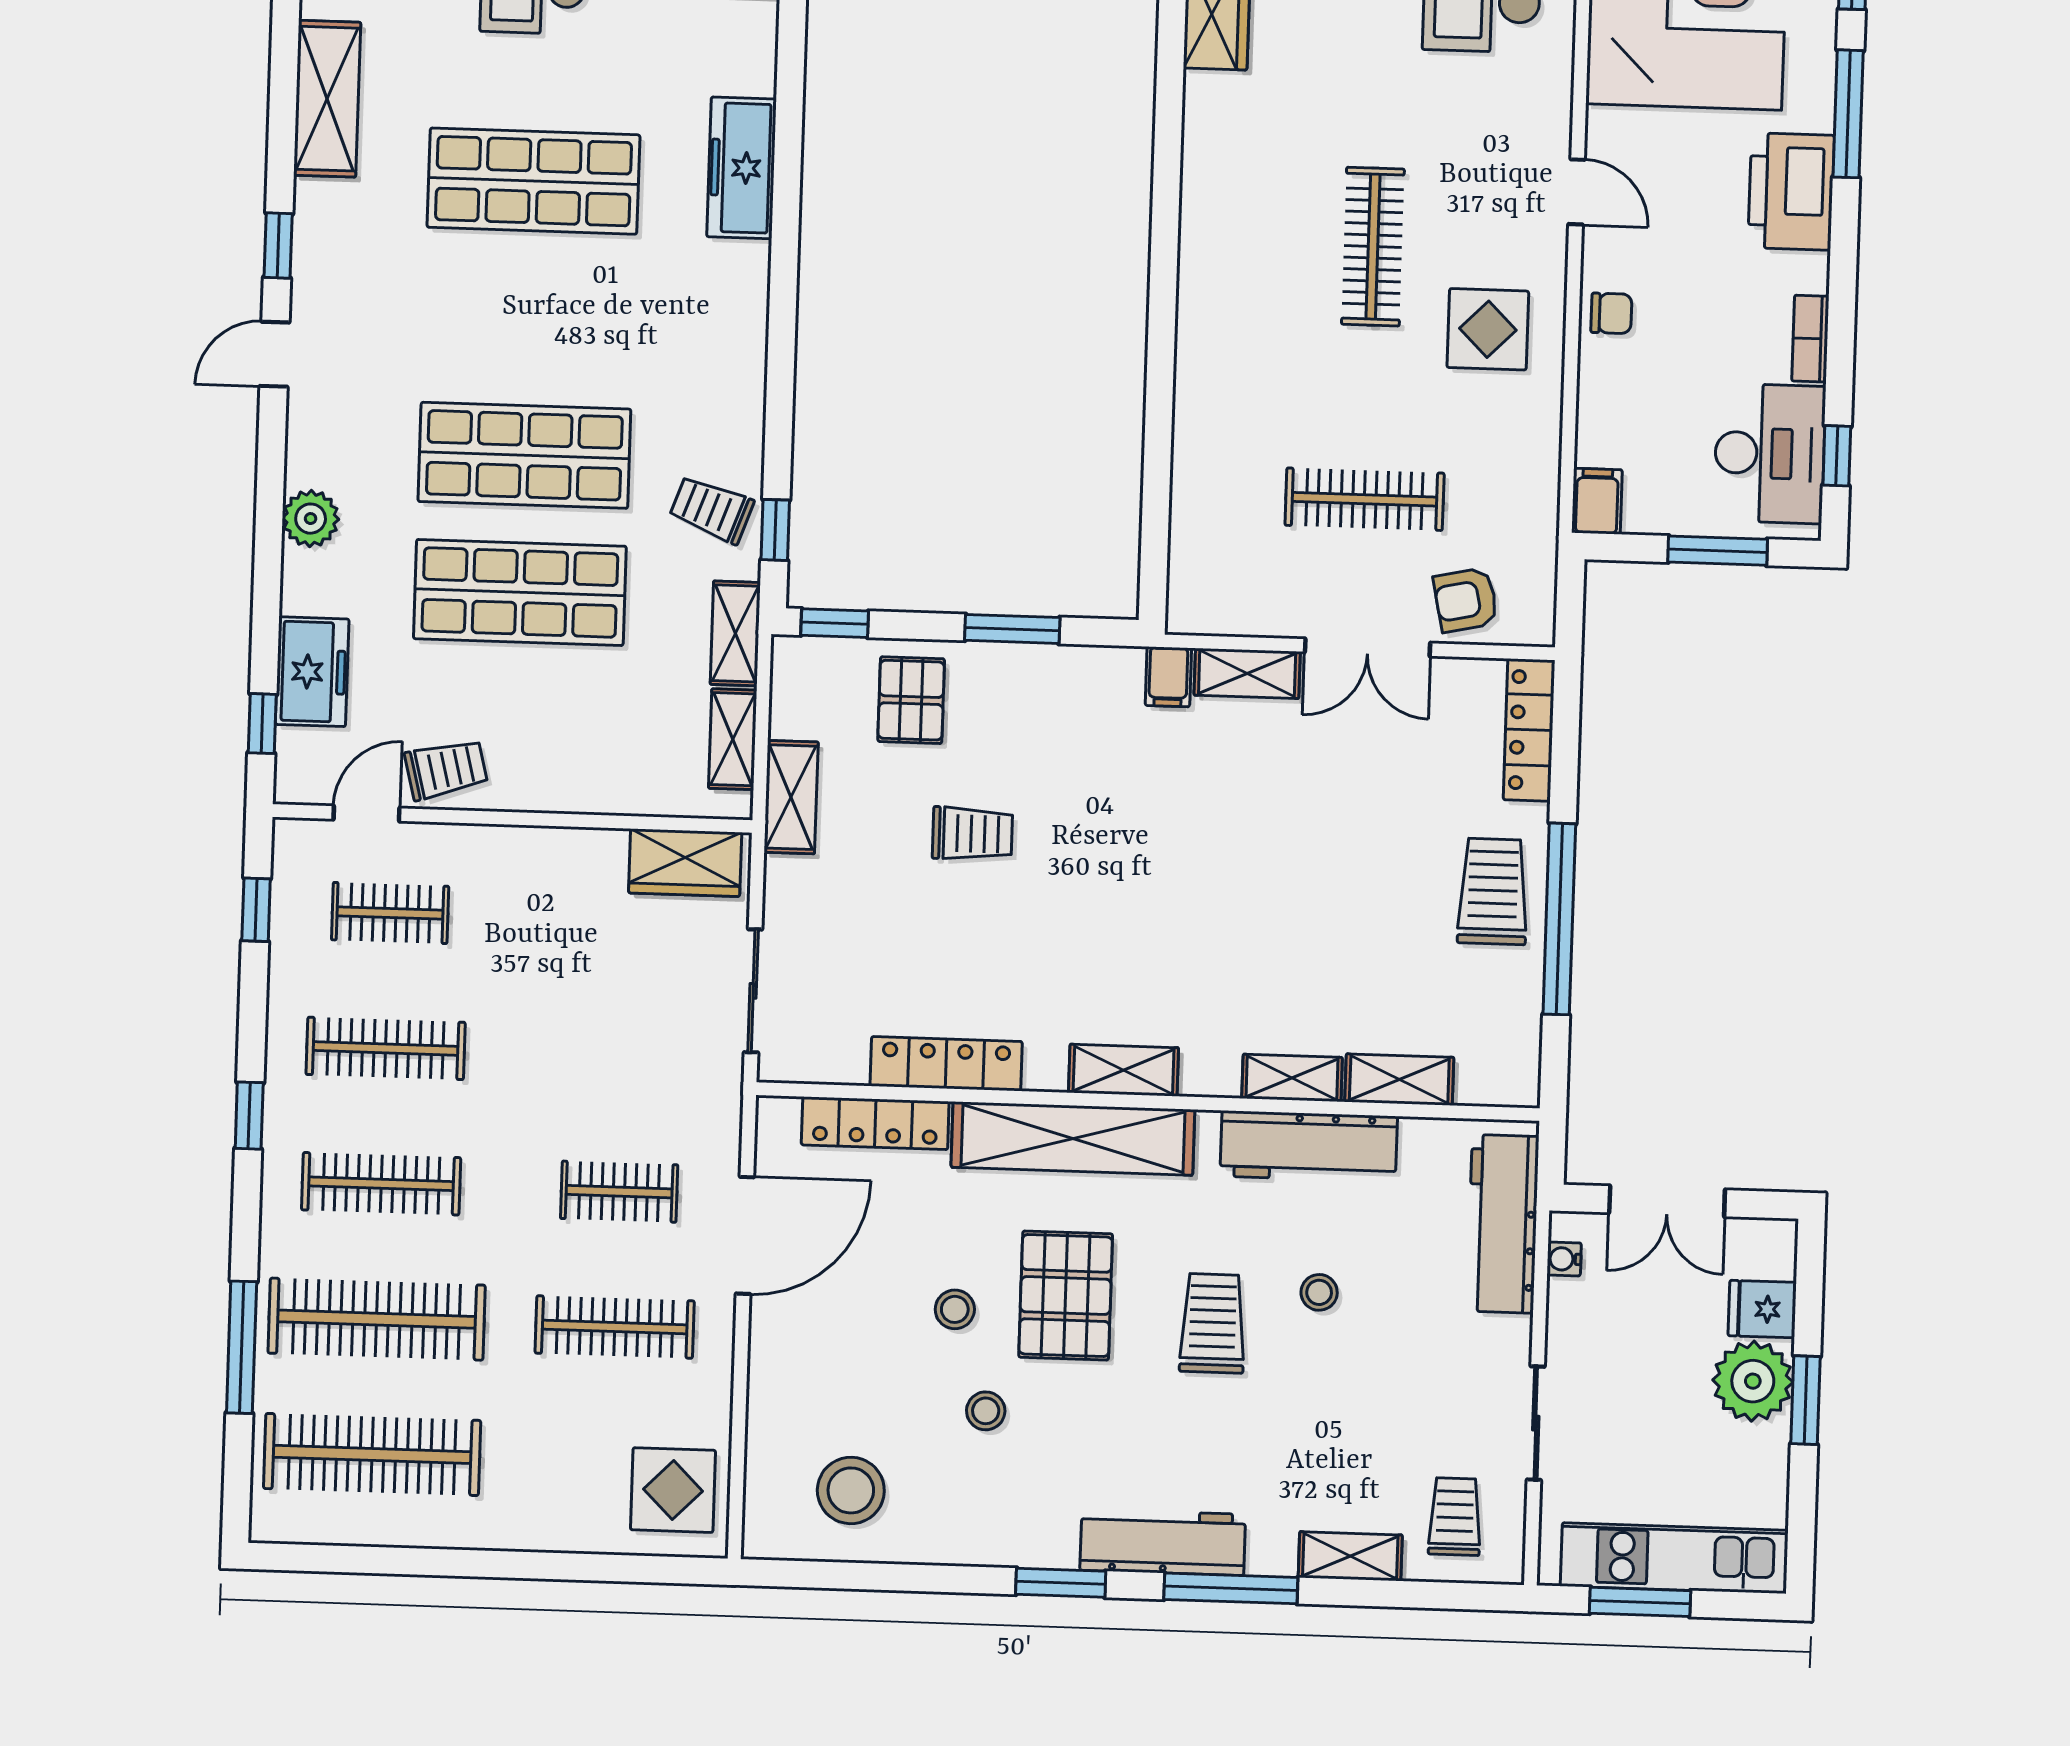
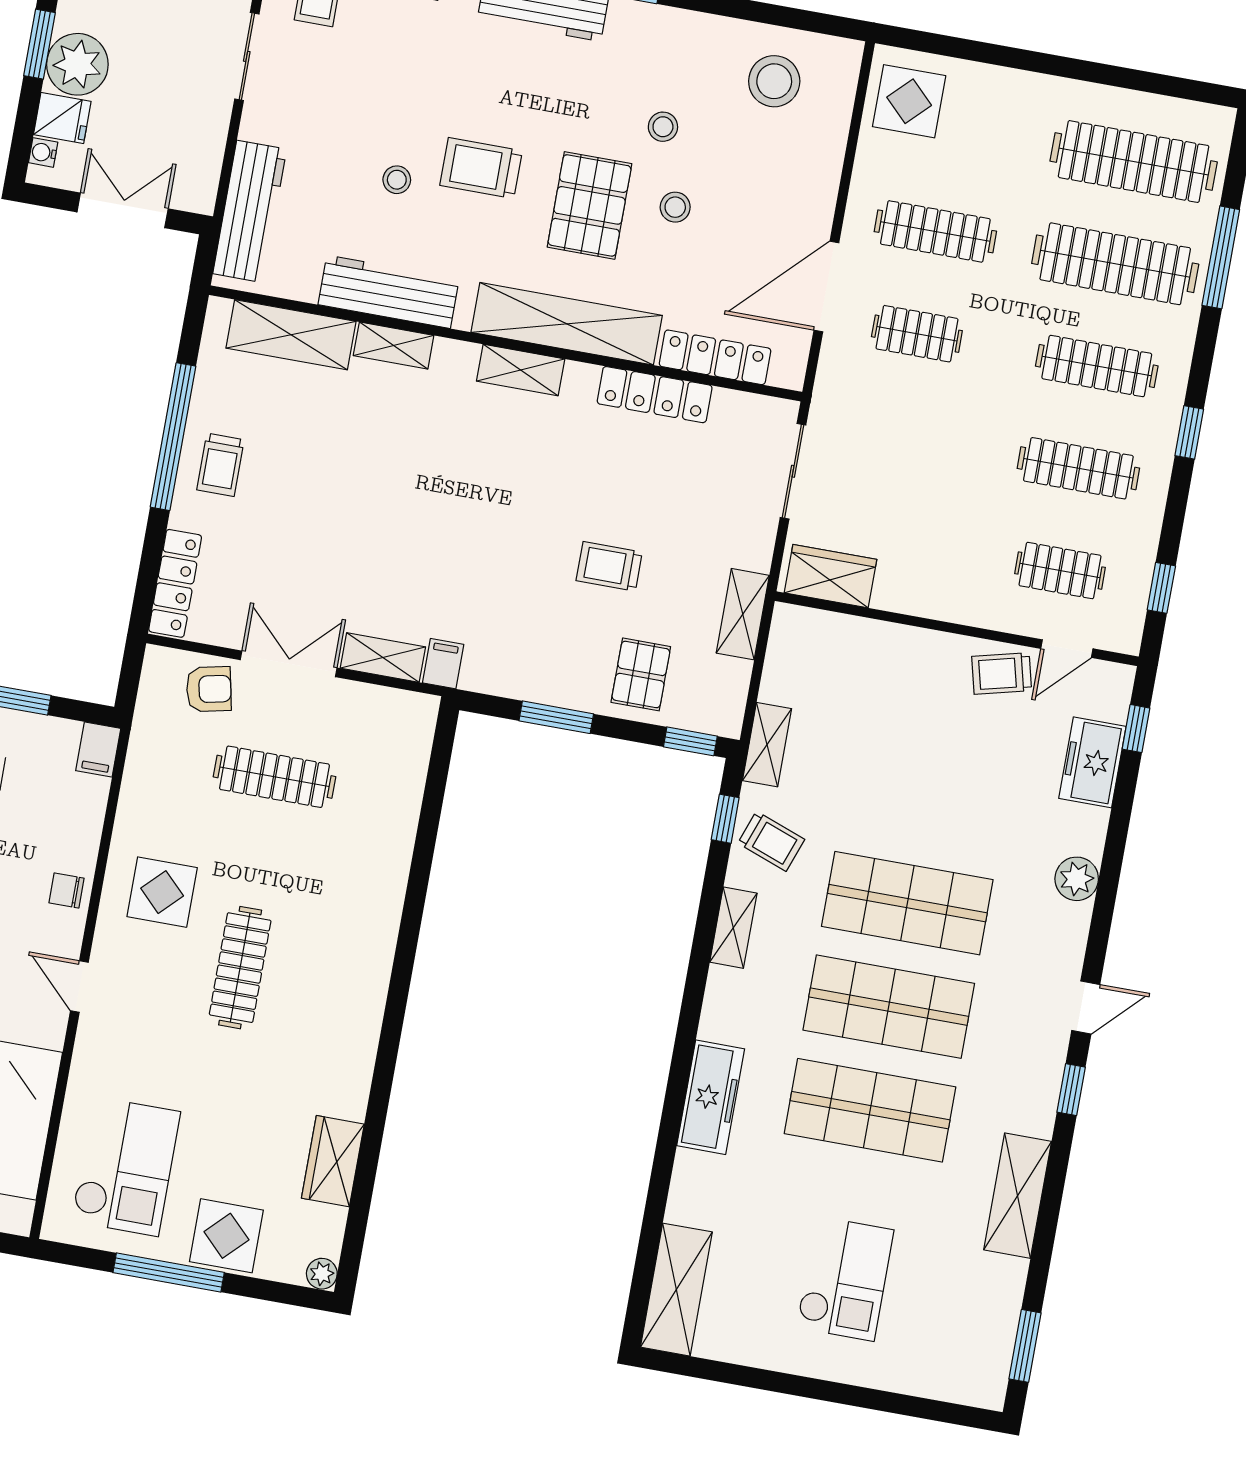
shop shelf: (520, 592) -> (889, 1007), moved
shelving: (733, 739) -> (733, 928), moved
trolley: (1493, 891) -> (220, 465), width x0.73, depth x0.72
shelving: (1399, 1080) -> (291, 335), width x1.50, depth x1.33
water cooler: (1564, 1259) -> (43, 152), moved, turned 180
trolley: (1213, 1323) -> (481, 168), turned 90

